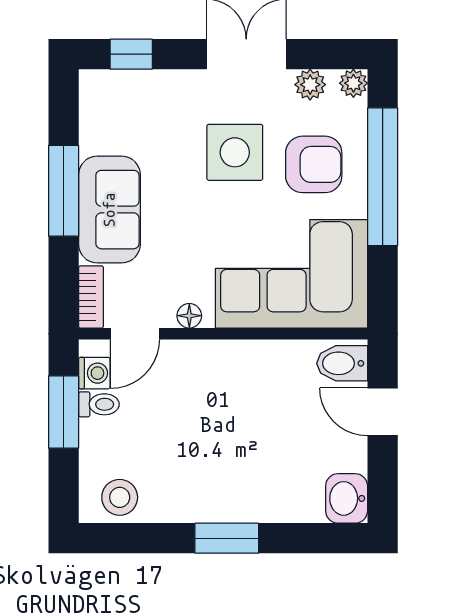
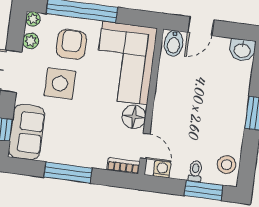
sofa: (109, 210) -> (27, 132), moved, turned 90
floor lamp: (189, 316) -> (134, 117), width x1.89, depth x1.89
toilet: (99, 404) -> (195, 171), moved
window: (64, 412) -> (204, 190), moved

